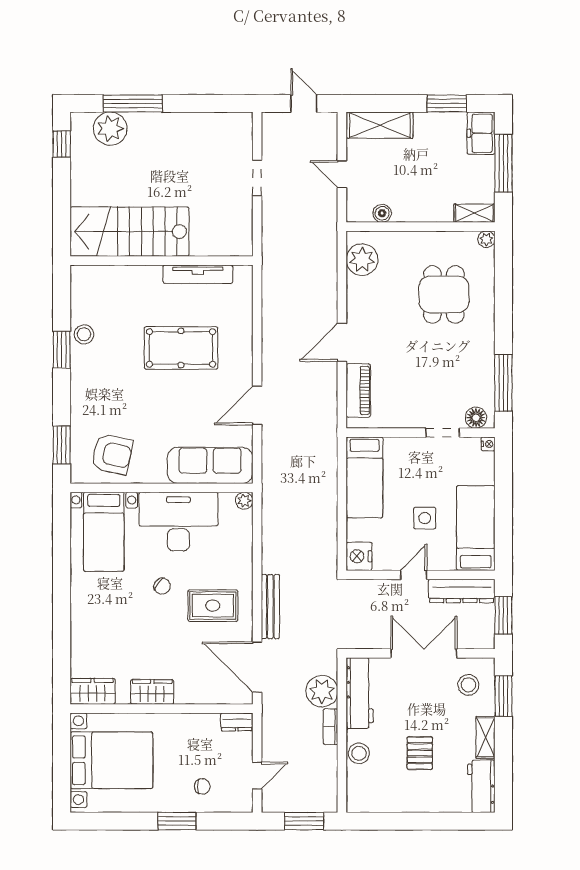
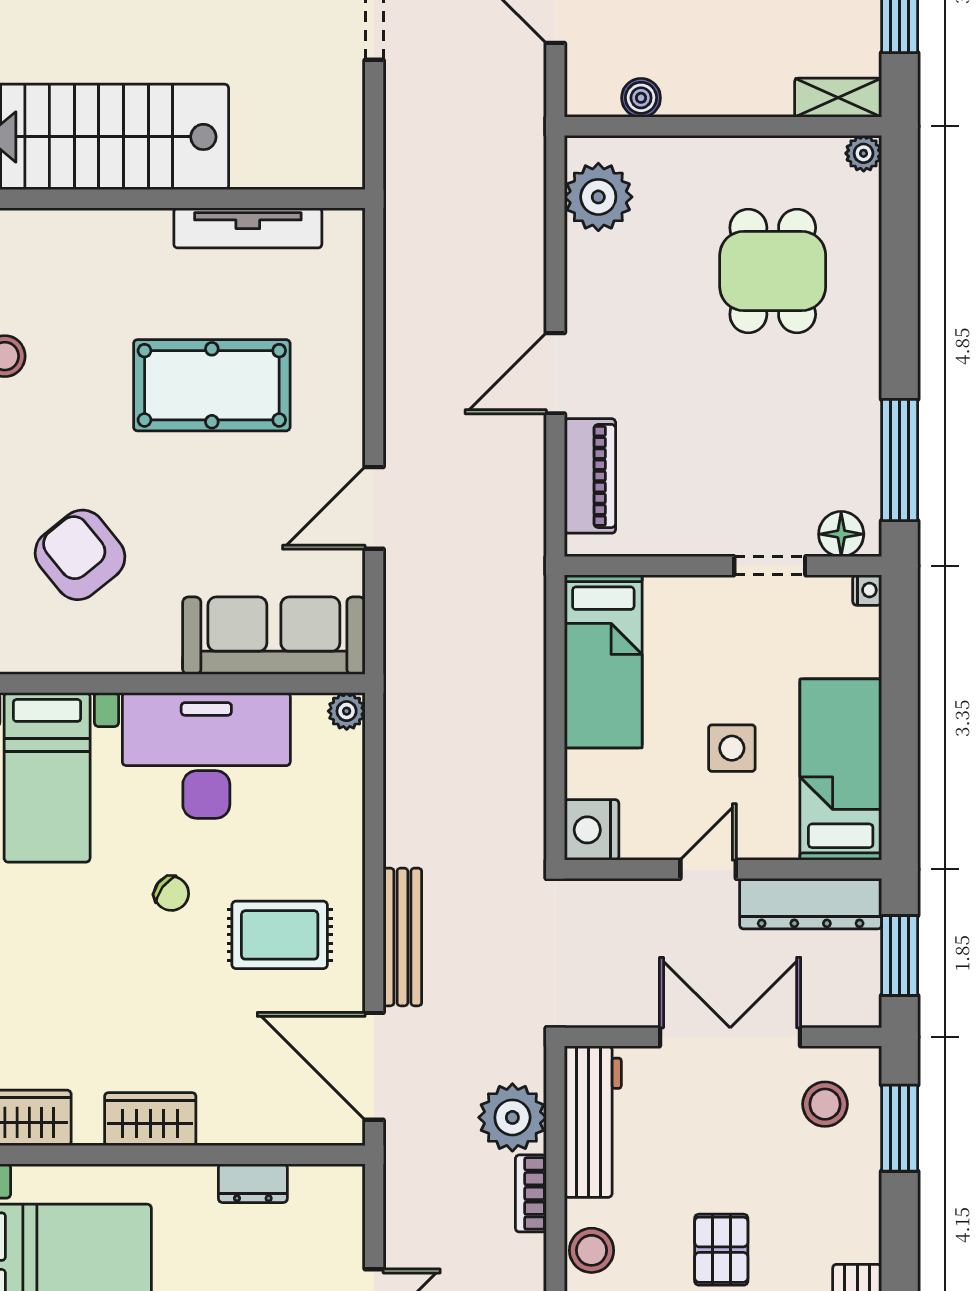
armchair: (112, 454) -> (80, 555), moved, turned -141
dresser: (237, 722) -> (253, 1183), moved
shelving: (485, 737) -> (861, 1216), removed

